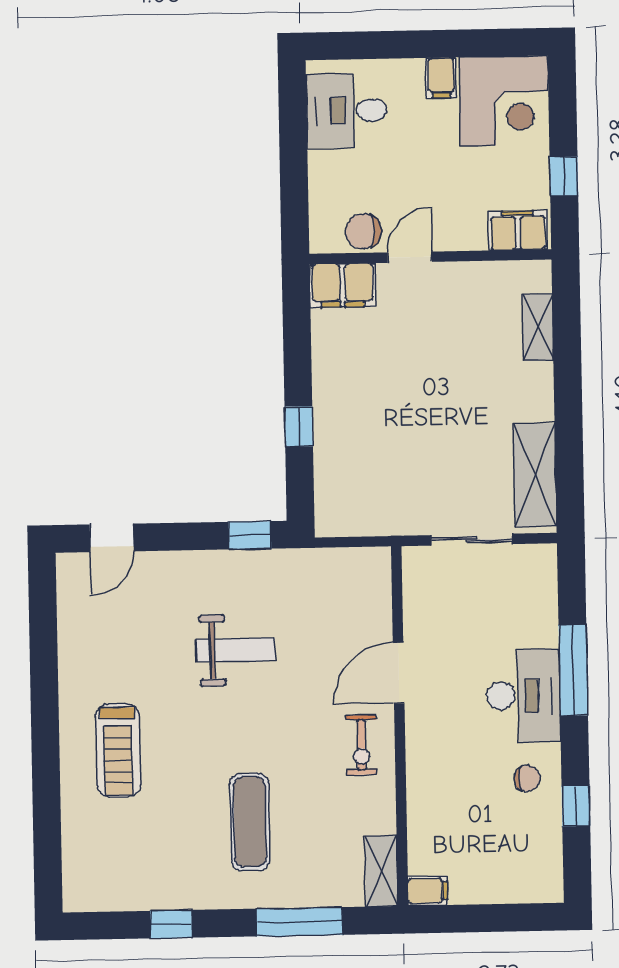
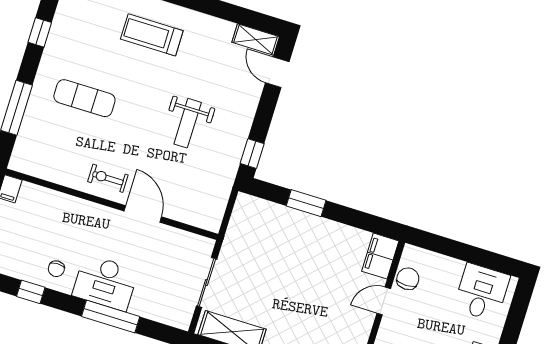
door: (410, 257) -> (384, 301), swing flipped
window: (299, 427) -> (306, 203), width x1.50
shelving: (381, 871) -> (256, 39), moved

